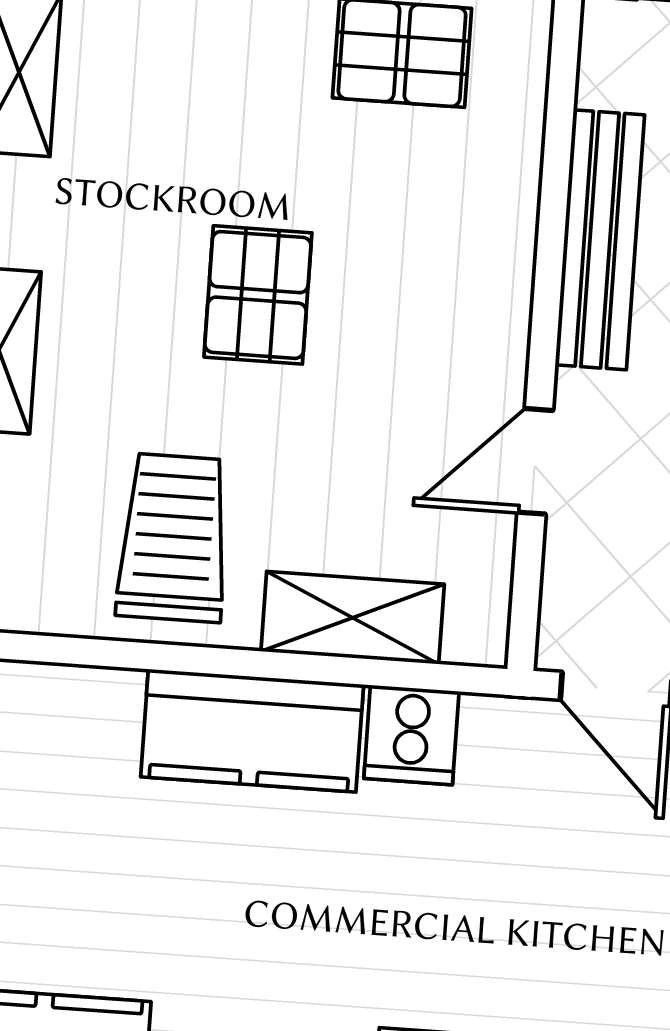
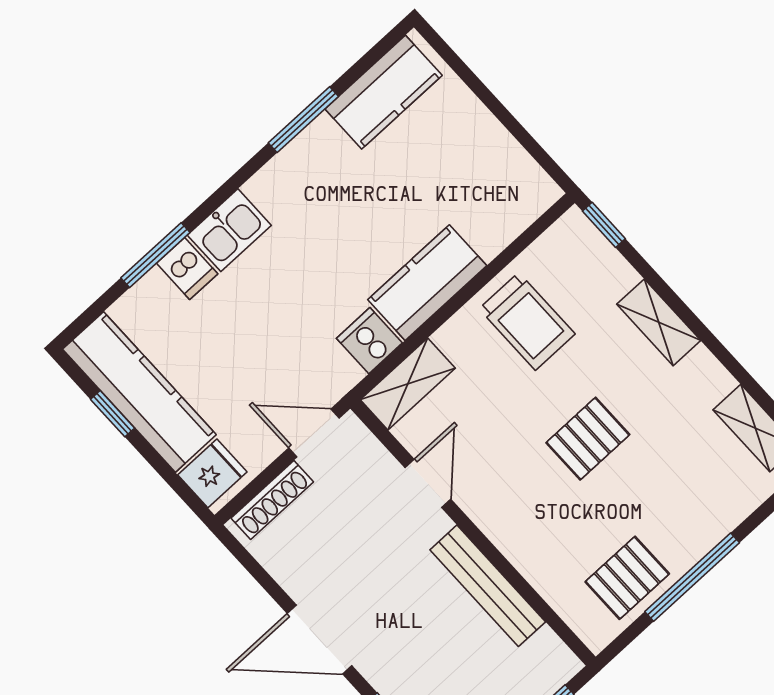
pallet: (258, 295) -> (588, 439), turned 90
shelving: (353, 618) -> (408, 384), moved

